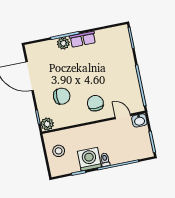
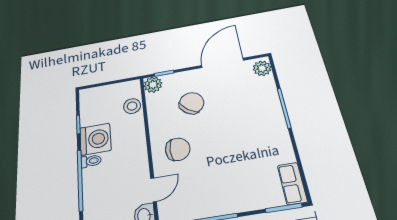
row of seats: (83, 39) -> (292, 183), moved
plant: (63, 43) -> (262, 68), moved
chair: (62, 96) -> (192, 103), turned -142
stool: (59, 151) -> (132, 106), moved

